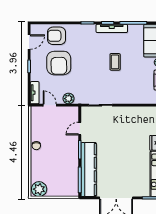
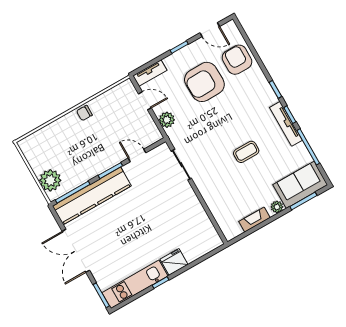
door: (50, 105) -> (145, 101), hinge flipped
plant: (39, 189) -> (50, 180), moved

